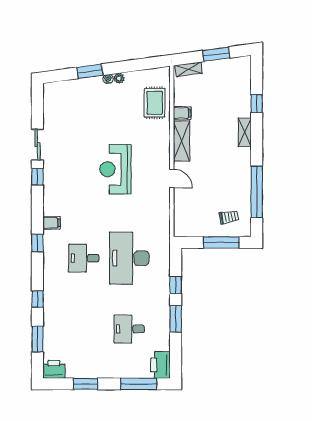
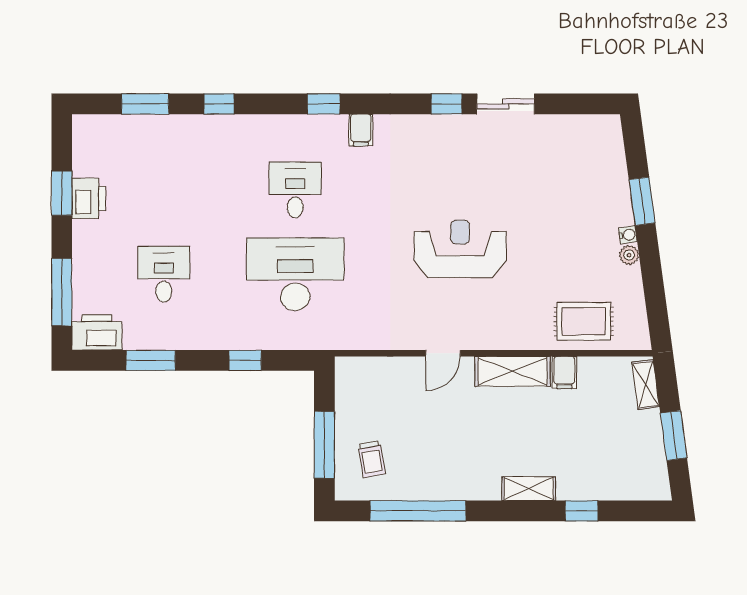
window: (176, 319) -> (151, 360), moved
printer: (54, 369) -> (89, 198), moved

